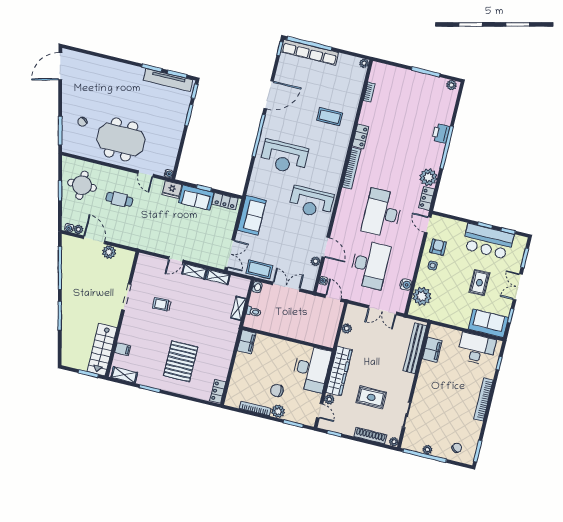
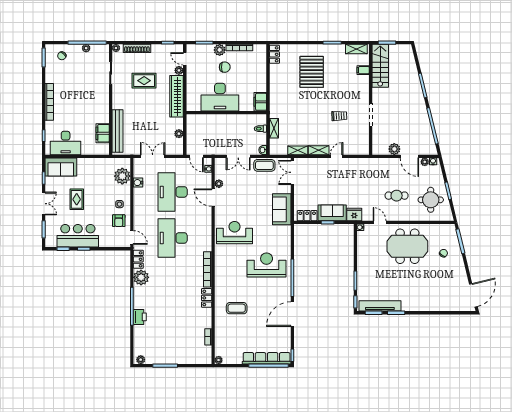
desk: (382, 213) -> (173, 238), turned 180
desk: (311, 369) -> (220, 97), moved, turned -90

